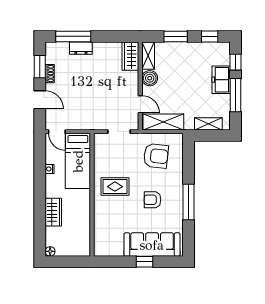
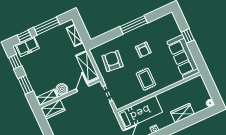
freezer: (221, 80) -> (27, 47), moved
sofa: (152, 245) -> (183, 57), moved

